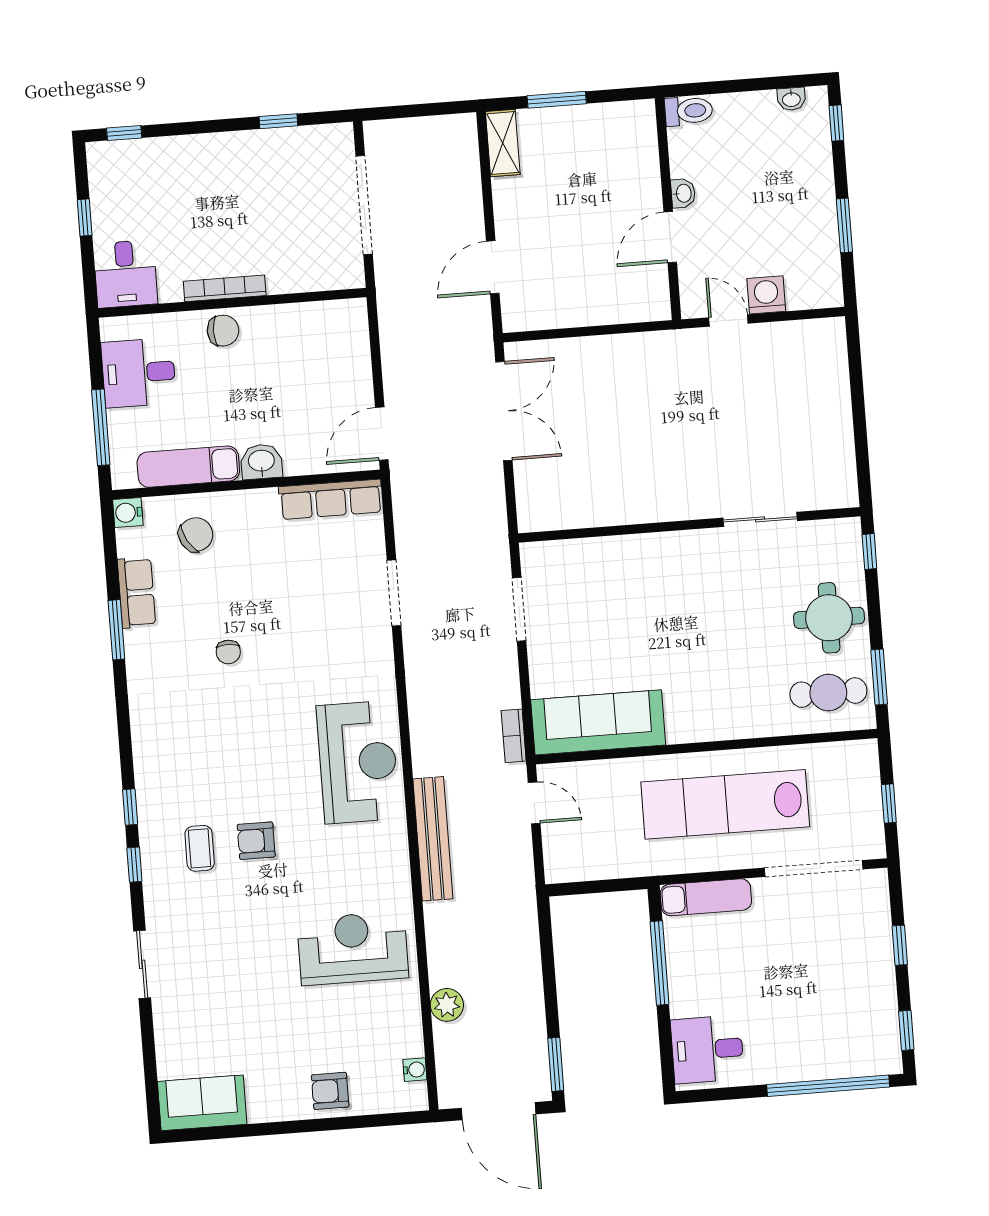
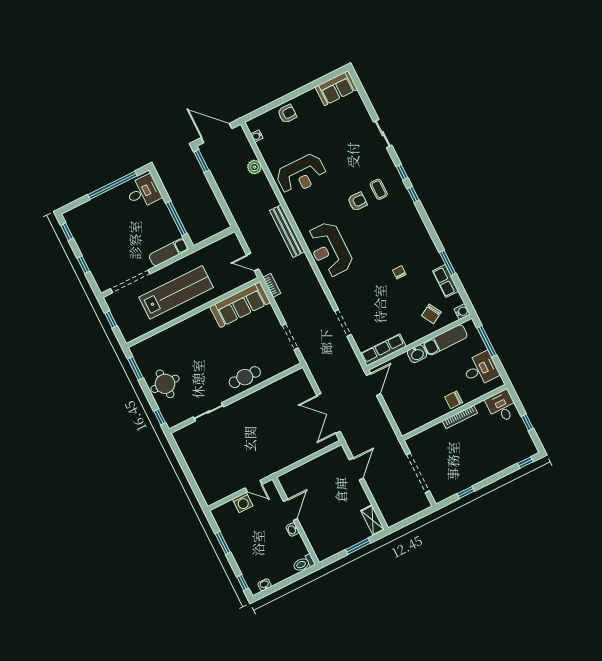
cafe table: (828, 693) -> (245, 377), moved
window: (828, 1086) -> (112, 185), moved

